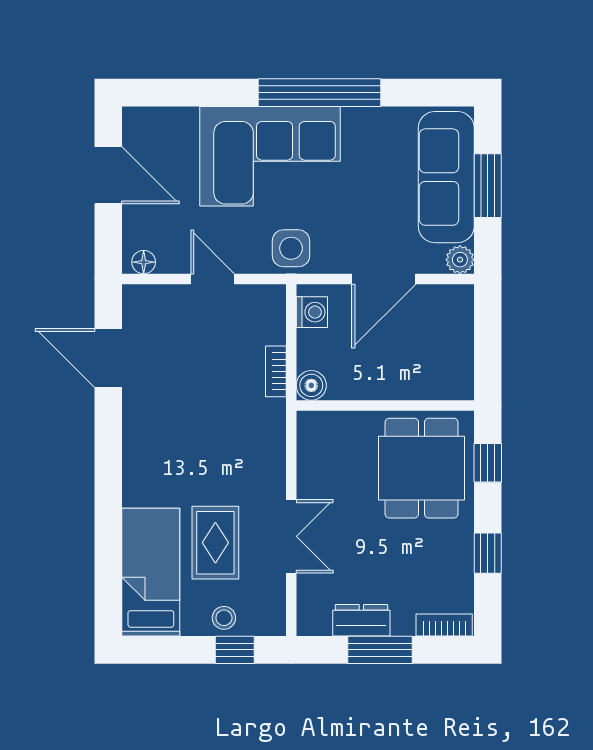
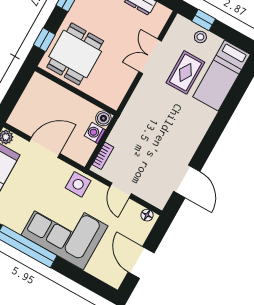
washing machine: (312, 312) -> (95, 133), moved
bookcase: (276, 371) -> (103, 156), moved

